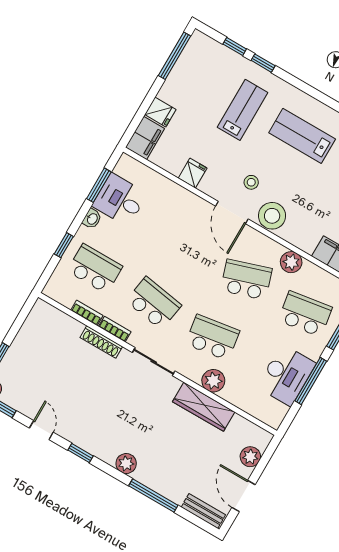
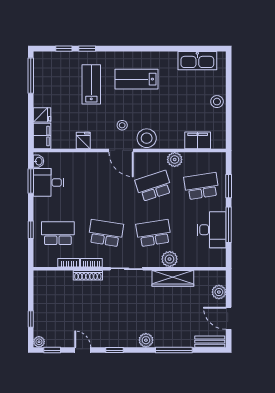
washbasin: (92, 219) -> (38, 161), moved

